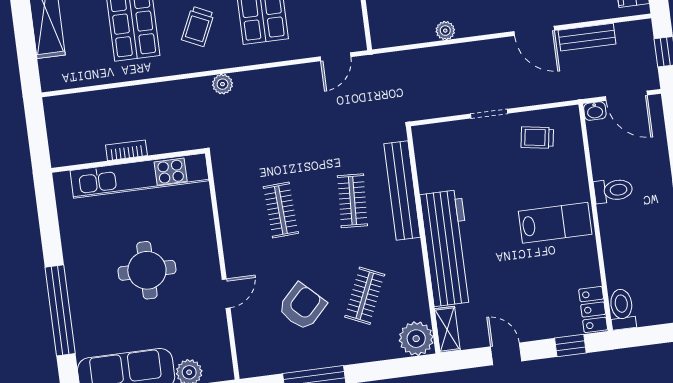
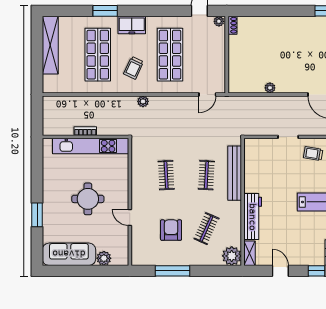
workbench: (447, 248) -> (253, 217), width x0.73, depth x0.76
door: (226, 294) -> (130, 217), swing flipped
armchair: (302, 307) -> (171, 230), turned -44
window: (60, 310) -> (37, 215), width x0.47

